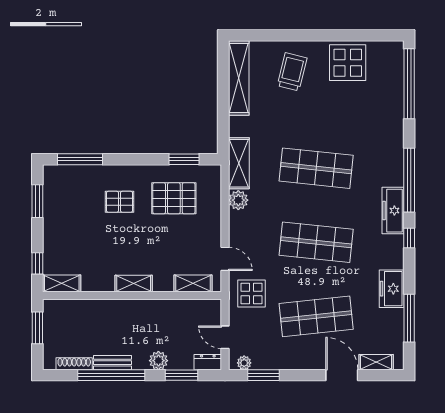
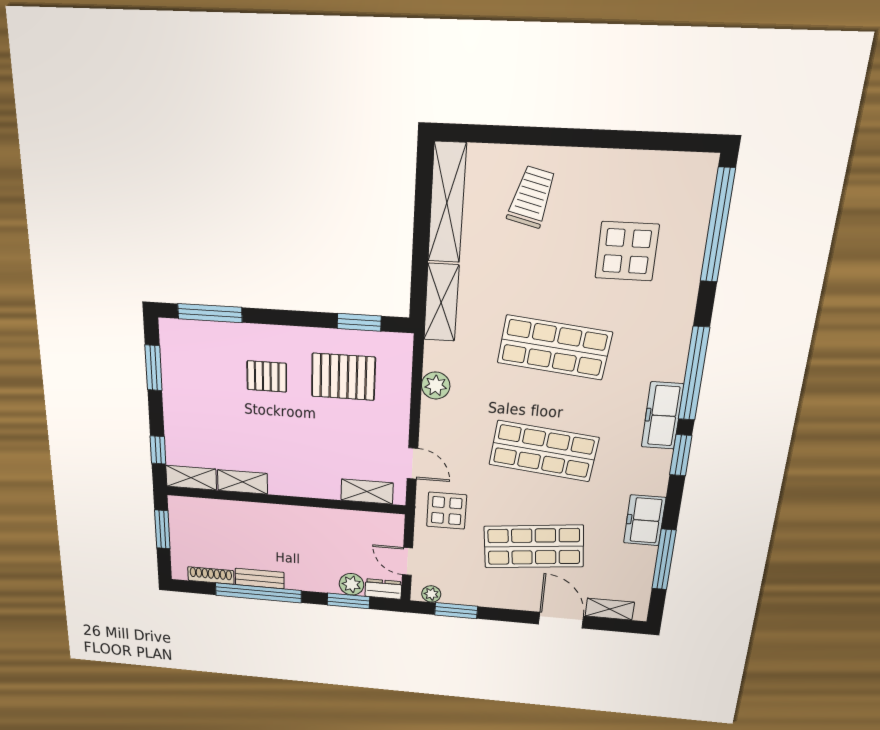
display table: (348, 63) -> (627, 251), moved
shelving: (239, 163) -> (441, 302), moved
window: (409, 238) -> (681, 455), width x1.50
shelving: (134, 284) -> (243, 482), moved
plant: (158, 361) -> (351, 584), moved

